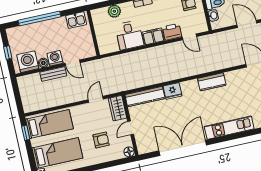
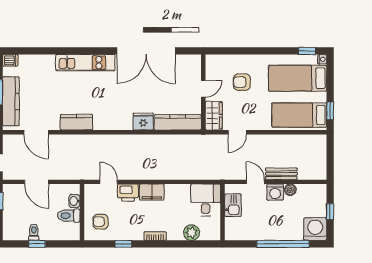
kitchen sink: (76, 20) -> (233, 205), moved, turned 90
desk: (129, 35) -> (206, 200), moved
washing machine: (28, 62) -> (315, 229), moved, turned 180
kitchen counter: (212, 82) -> (76, 122), moved
floor lamp: (129, 152) -> (211, 61), removed

